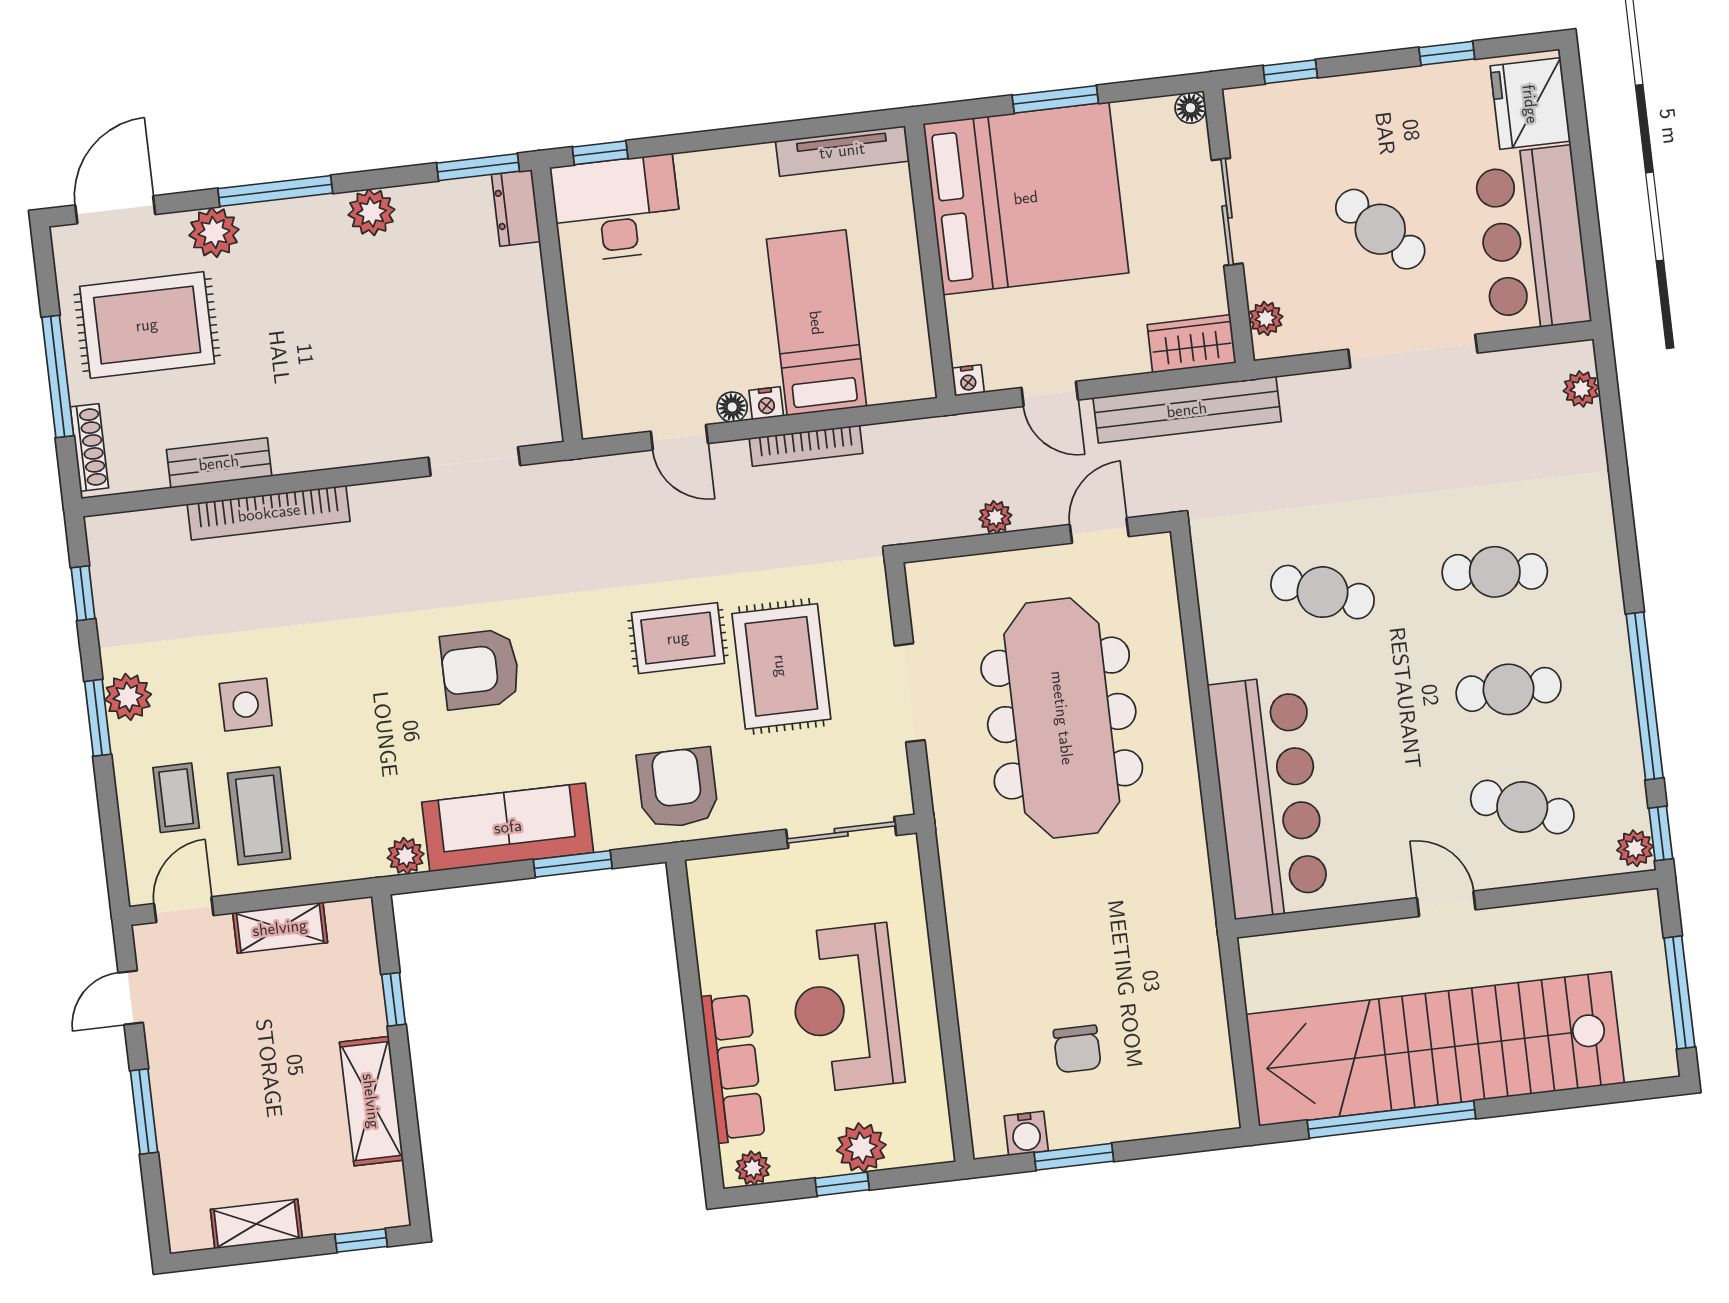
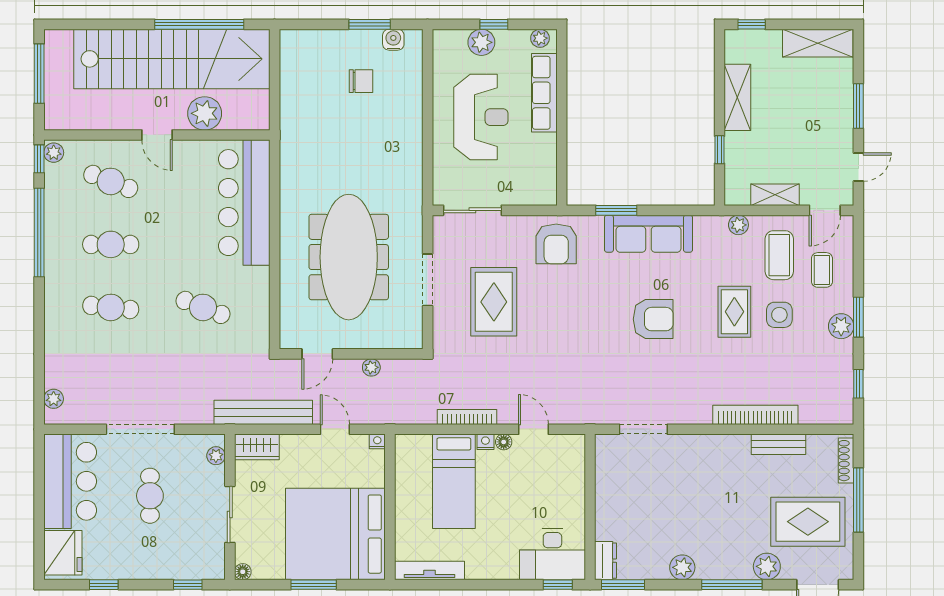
cafe table: (1380, 229) -> (150, 496), turned 44
rug: (678, 638) -> (734, 312), moved, turned 90
plant: (406, 856) -> (738, 225), moved
plant: (1362, 954) -> (205, 113), added
chair: (1077, 1049) -> (361, 81), turned 90
shelving: (256, 1224) -> (818, 43), width x1.50, depth x1.33

